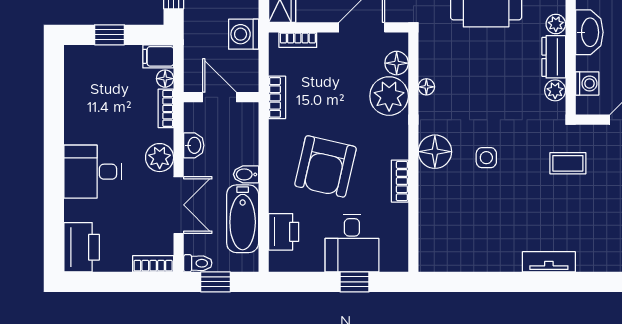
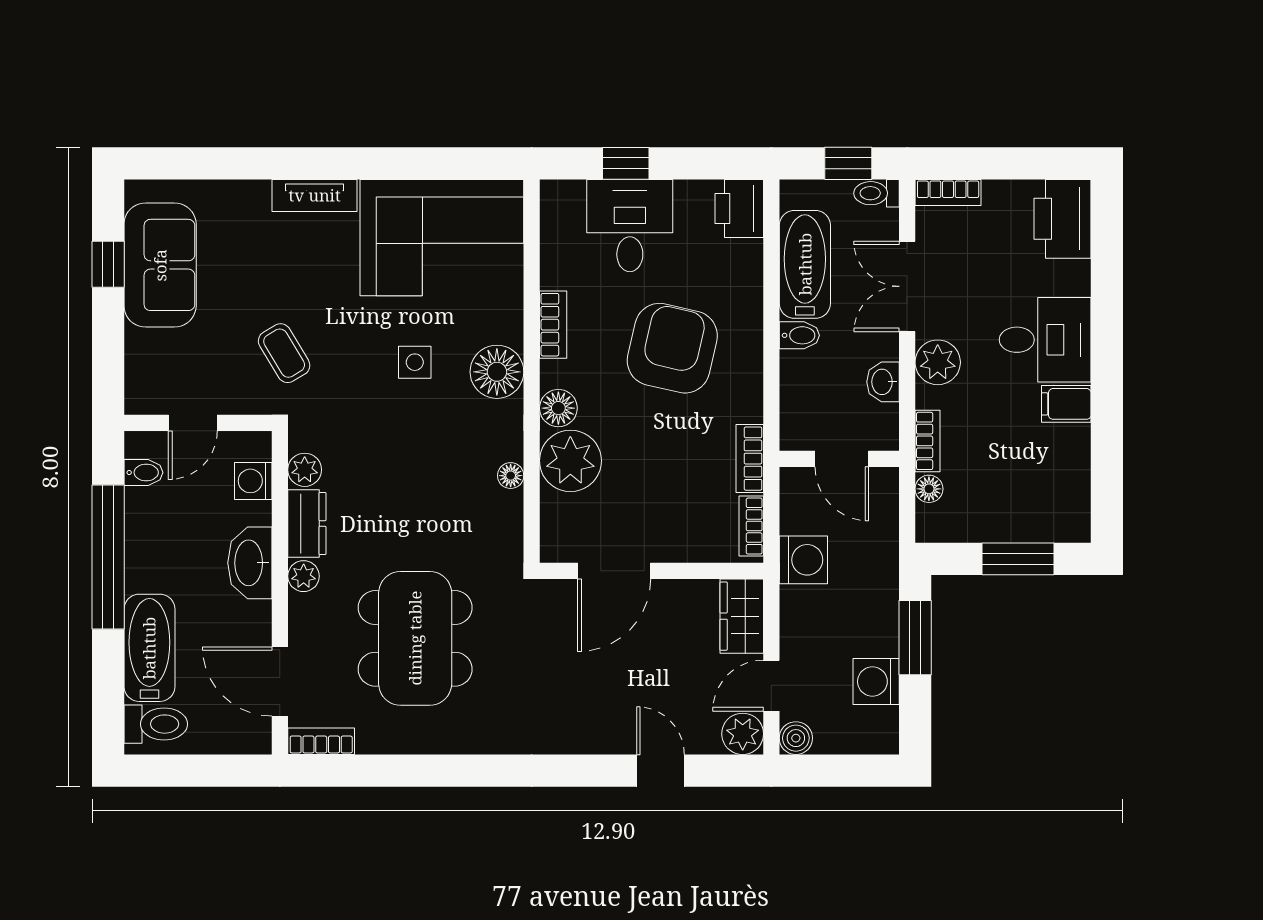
window: (109, 35) -> (1018, 559), width x1.50
bookcase: (298, 40) -> (751, 526), moved, turned -90
filing cabinet: (158, 56) -> (1066, 404), moved, turned 180
floor lamp: (397, 63) -> (558, 408), moved
coffee table: (568, 163) -> (284, 353), turned 59
printer: (284, 232) -> (739, 208), moved
corner sofa: (469, 235) -> (442, 238), added

